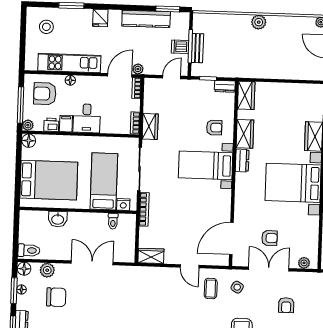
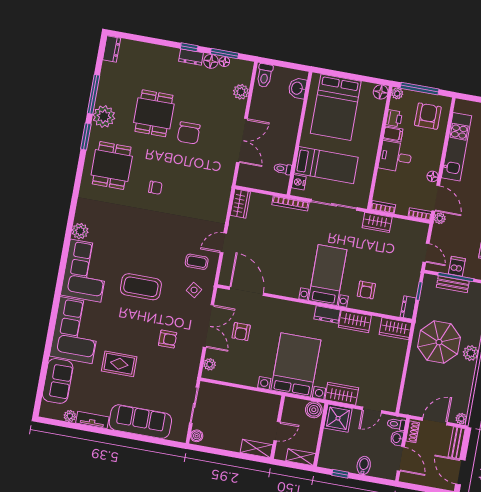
parasol: (253, 53) -> (439, 342), added
floor lamp: (70, 80) -> (433, 176), moved
washbasin: (58, 219) -> (297, 88), moved
floor lamp: (24, 269) -> (211, 61), moved
chair: (56, 297) -> (189, 133), moved
armchair: (286, 305) -> (168, 339), turned 180

